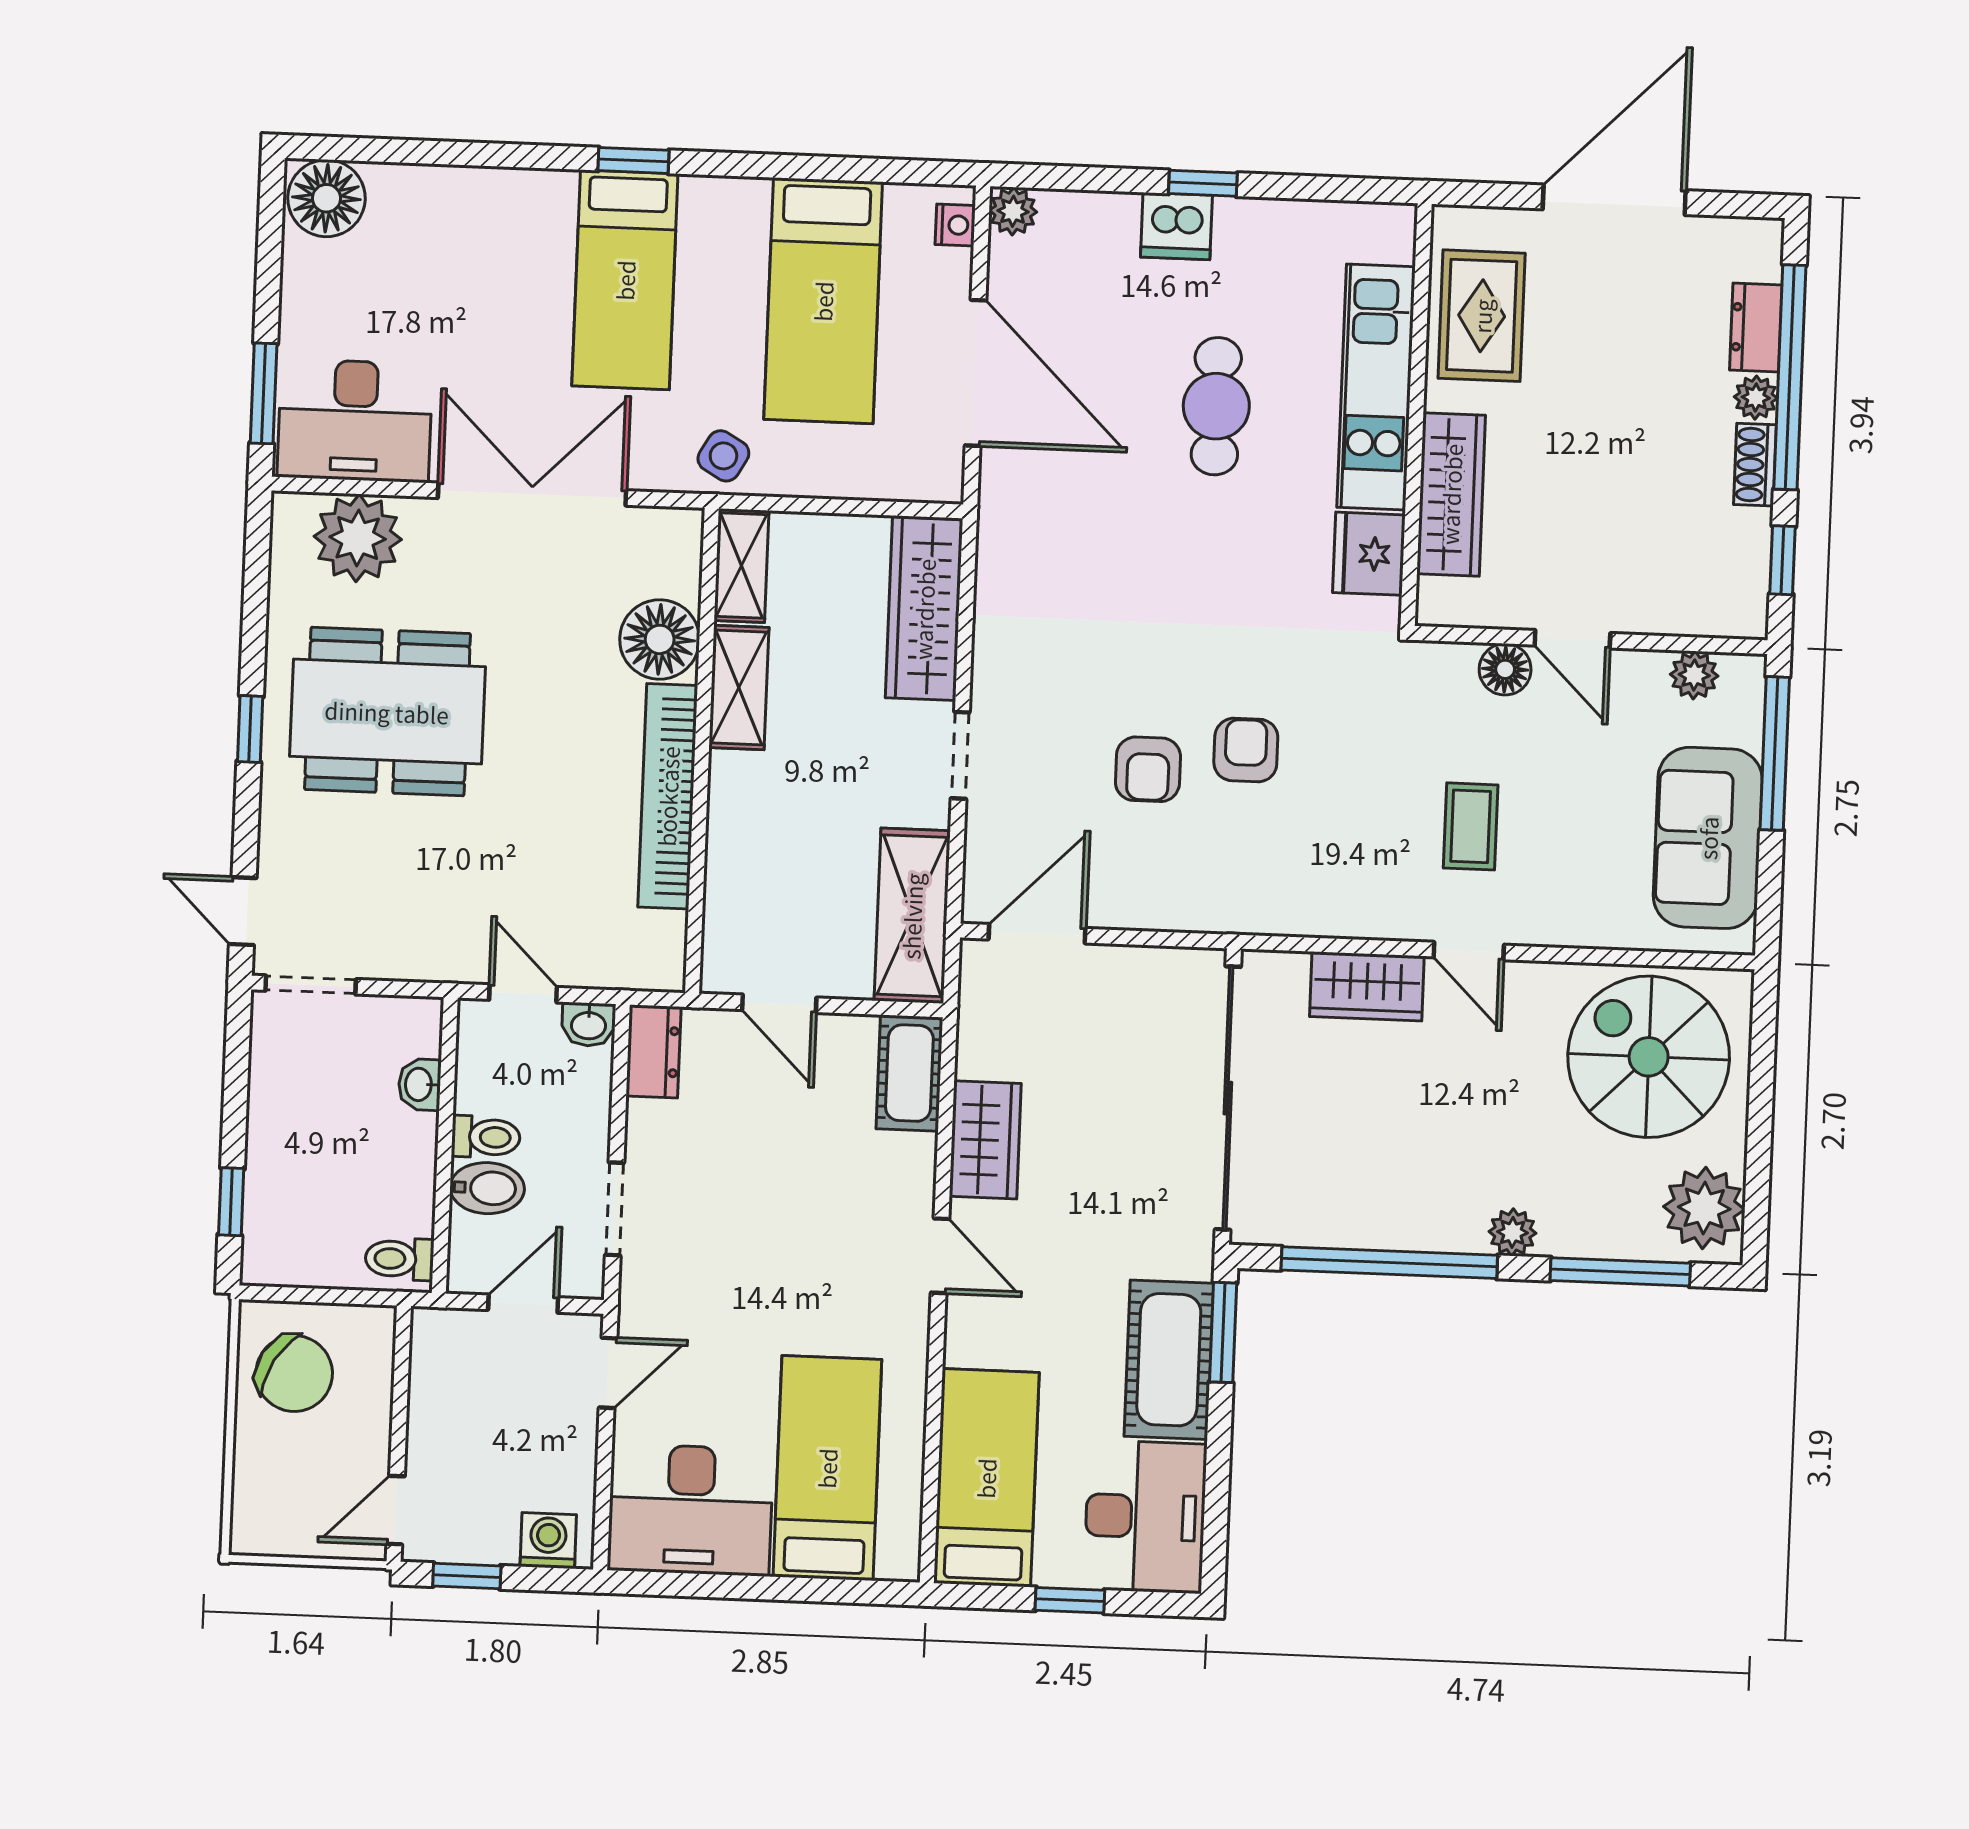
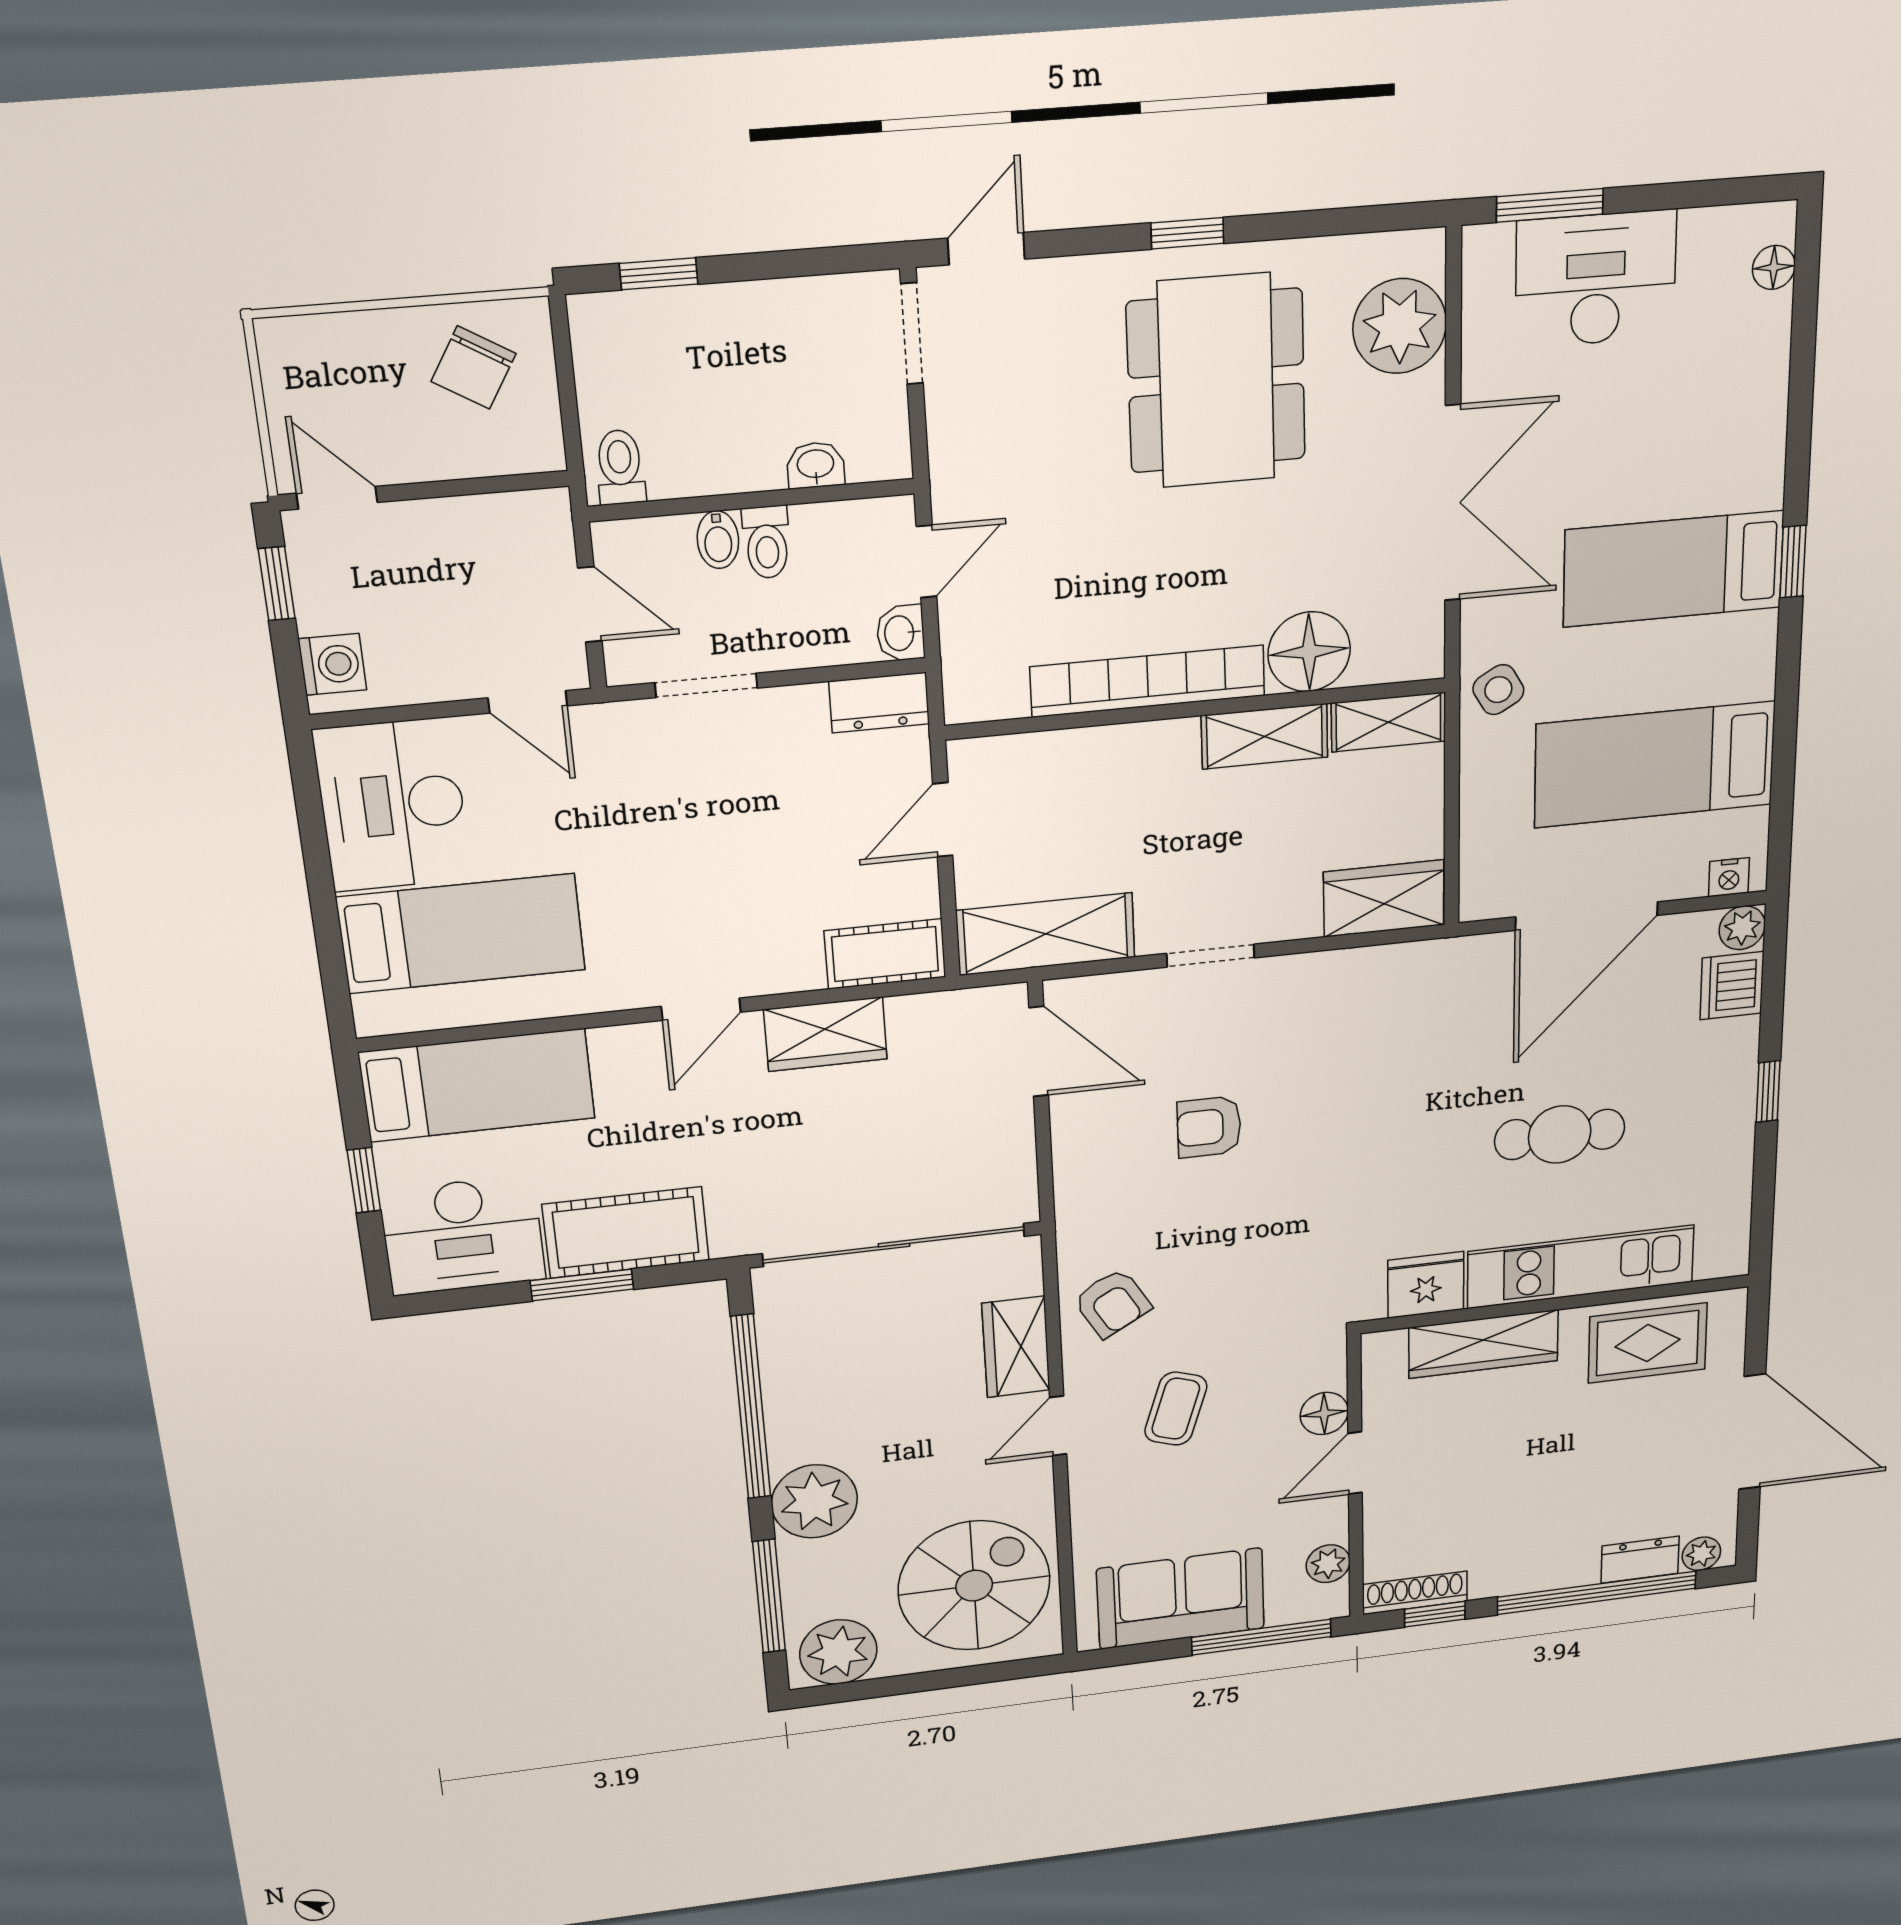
floor lamp: (326, 198) -> (1774, 267), width x0.53, depth x0.53
dishwasher: (1176, 226) -> (1732, 986), moved
plant: (1756, 398) -> (1701, 1554), moved
desk: (355, 421) -> (1596, 279), moved, turned 90
side table: (723, 456) -> (1498, 690), turned 30
shoe rack: (1755, 465) -> (1415, 1593), moved, width x1.43
wardrobe: (924, 609) -> (1384, 898), width x0.67
armchair: (1246, 750) -> (1112, 1303), moved, turned 60
coffee table: (1471, 826) -> (1176, 1409), turned -72
bidet: (487, 1188) -> (718, 540), width x0.72, depth x0.74
plant: (1513, 1232) -> (814, 1501), width x1.88, depth x1.88
window: (1223, 1332) -> (582, 1285), moved
chair: (294, 1373) -> (474, 367), width x0.73, depth x0.73

